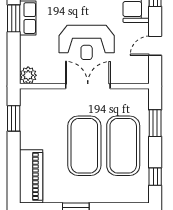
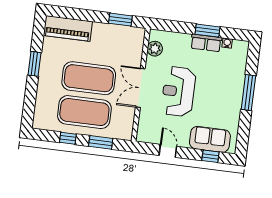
plant: (28, 75) -> (155, 49), moved
double door: (88, 86) -> (140, 88), swing flipped
window: (155, 177) -> (68, 138), moved

